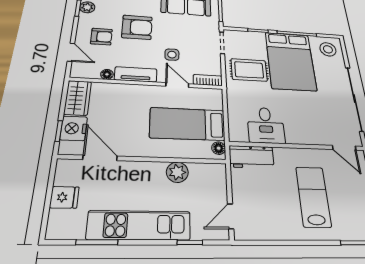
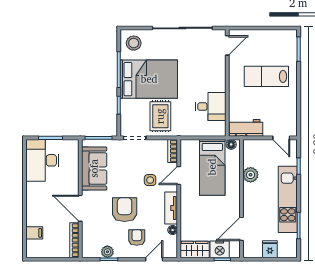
workbench: (251, 157) -> (246, 128), moved, turned -90

